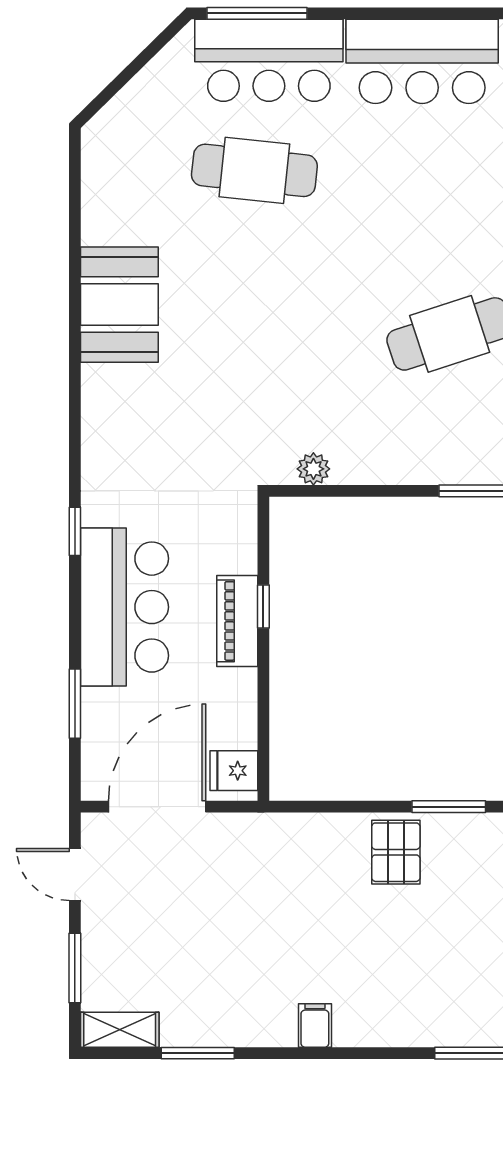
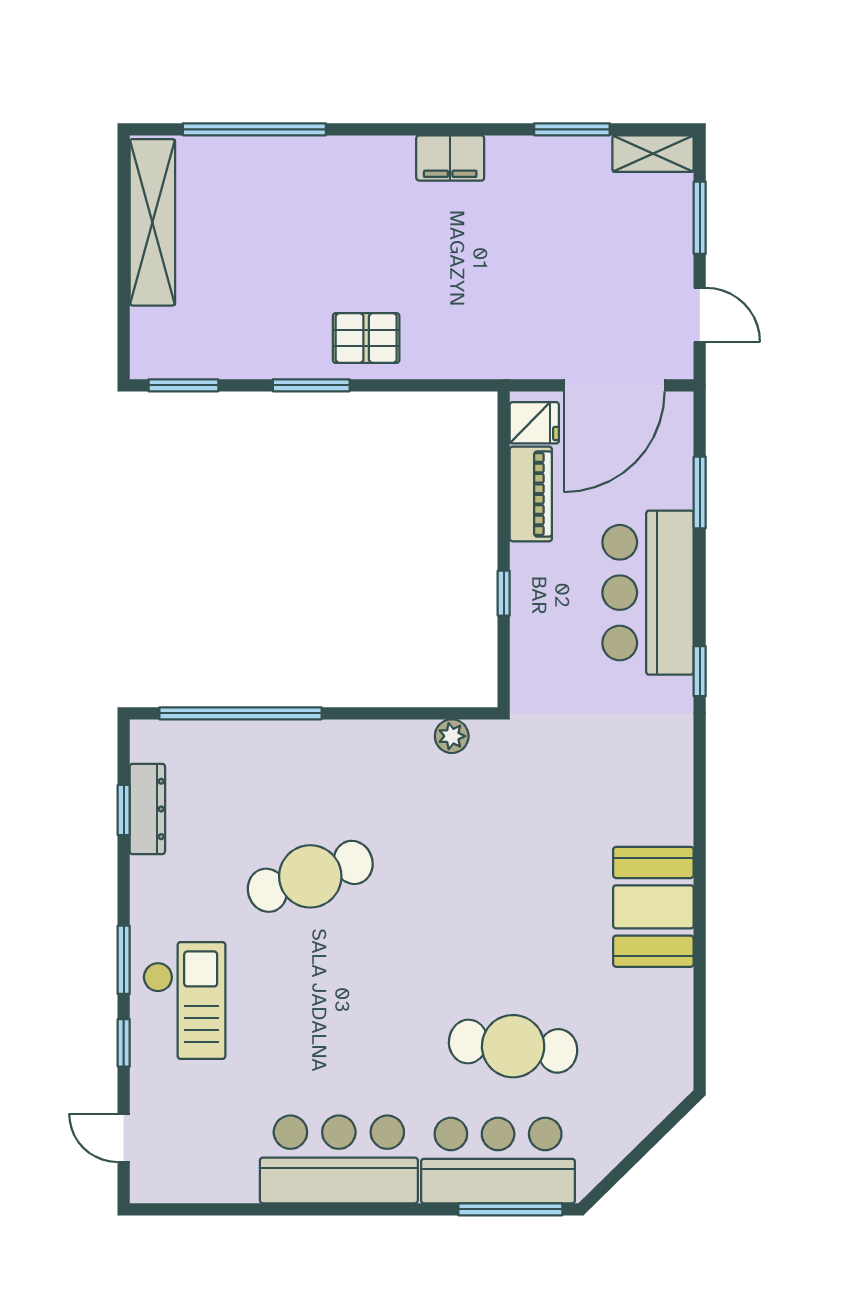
piano: (237, 621) -> (531, 494), moved
pallet: (396, 852) -> (366, 338), turned 90
filing cabinet: (315, 1026) -> (450, 158), width x2.00

